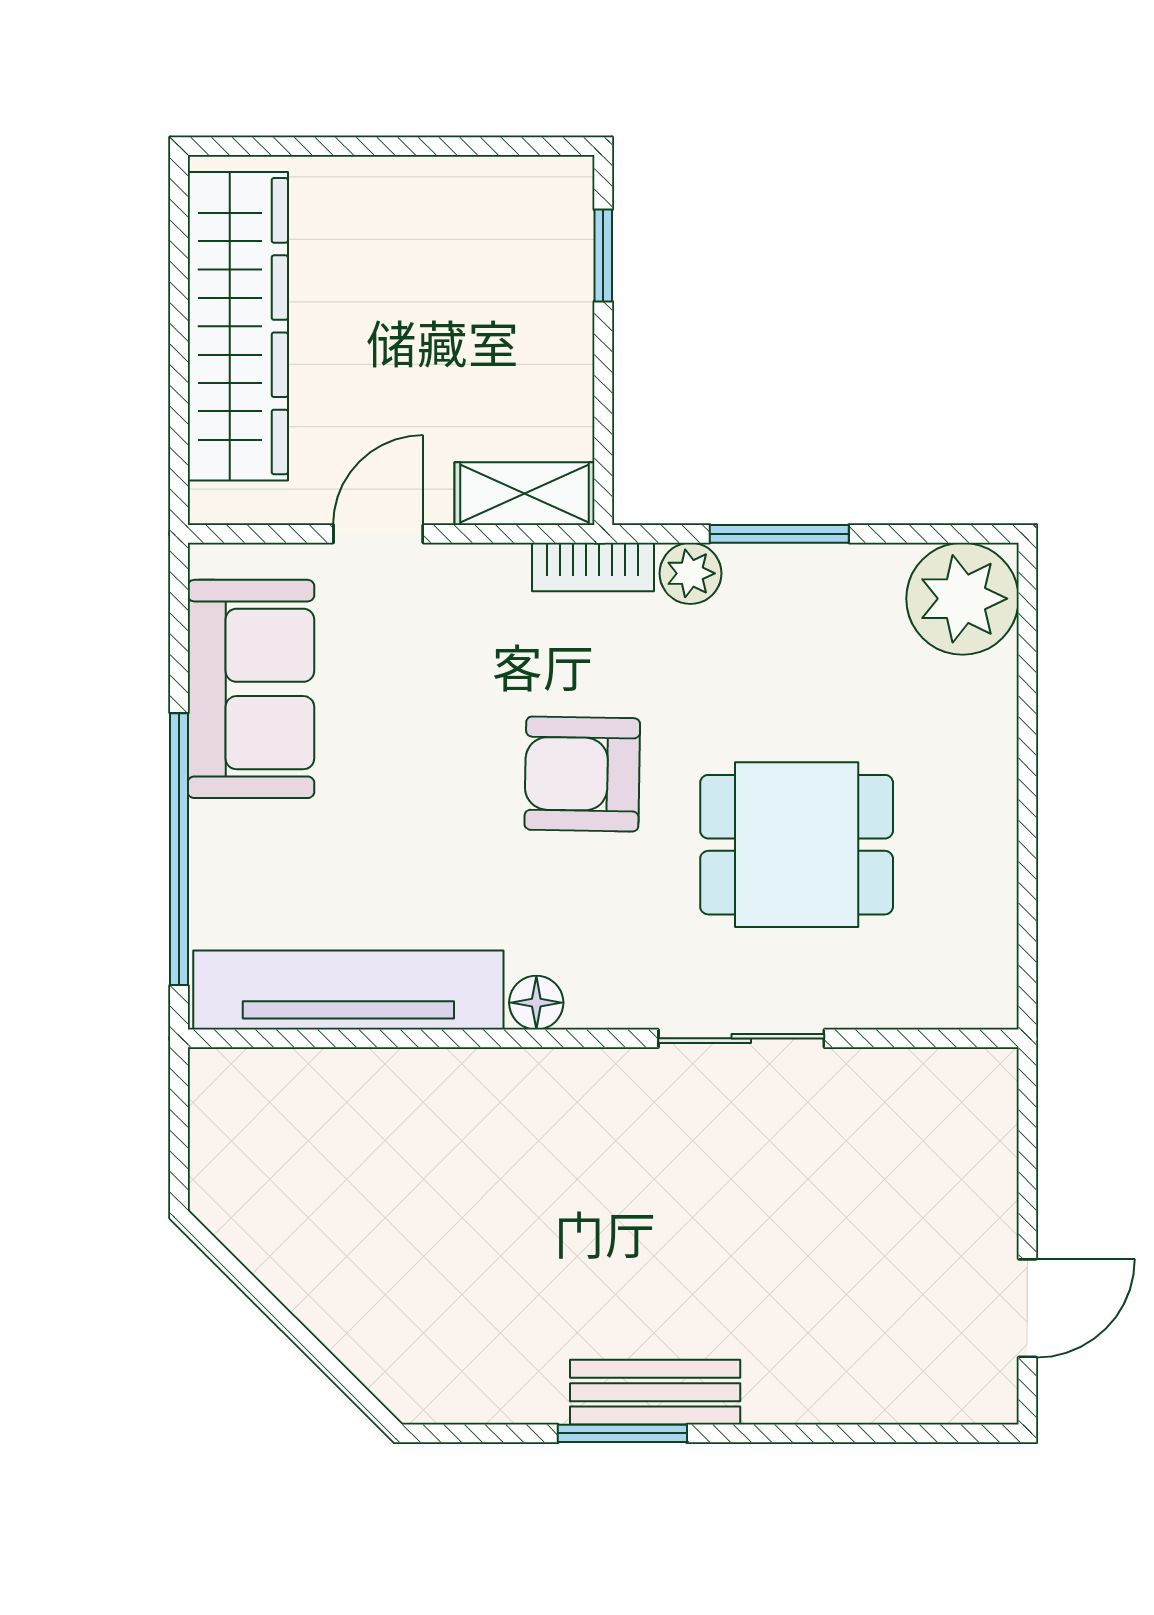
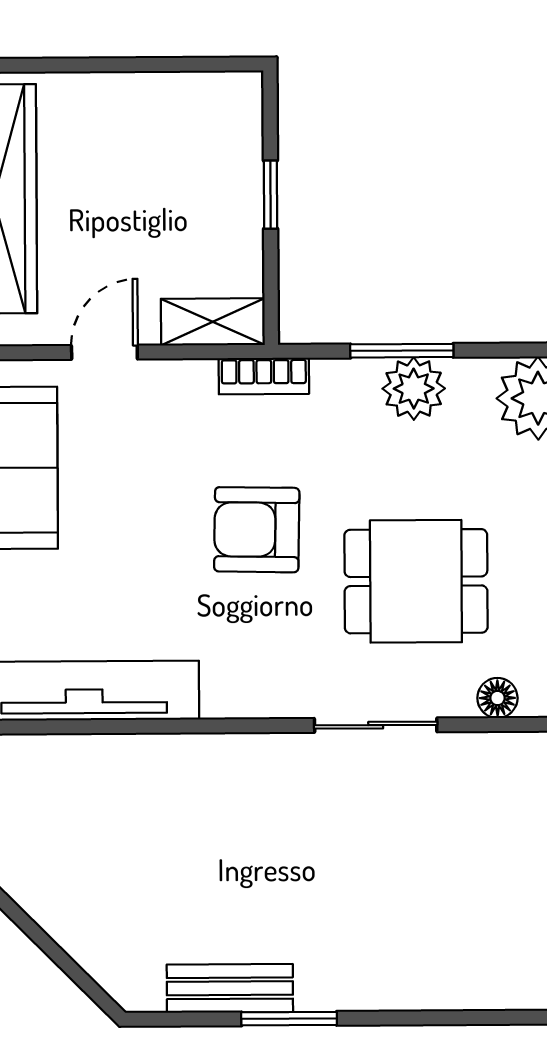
window: (603, 256) -> (271, 195), moved
plant: (690, 573) -> (414, 389), moved, width x1.38, depth x1.38
floor lamp: (536, 1003) -> (497, 698), moved
bench: (655, 1392) -> (230, 988), moved

